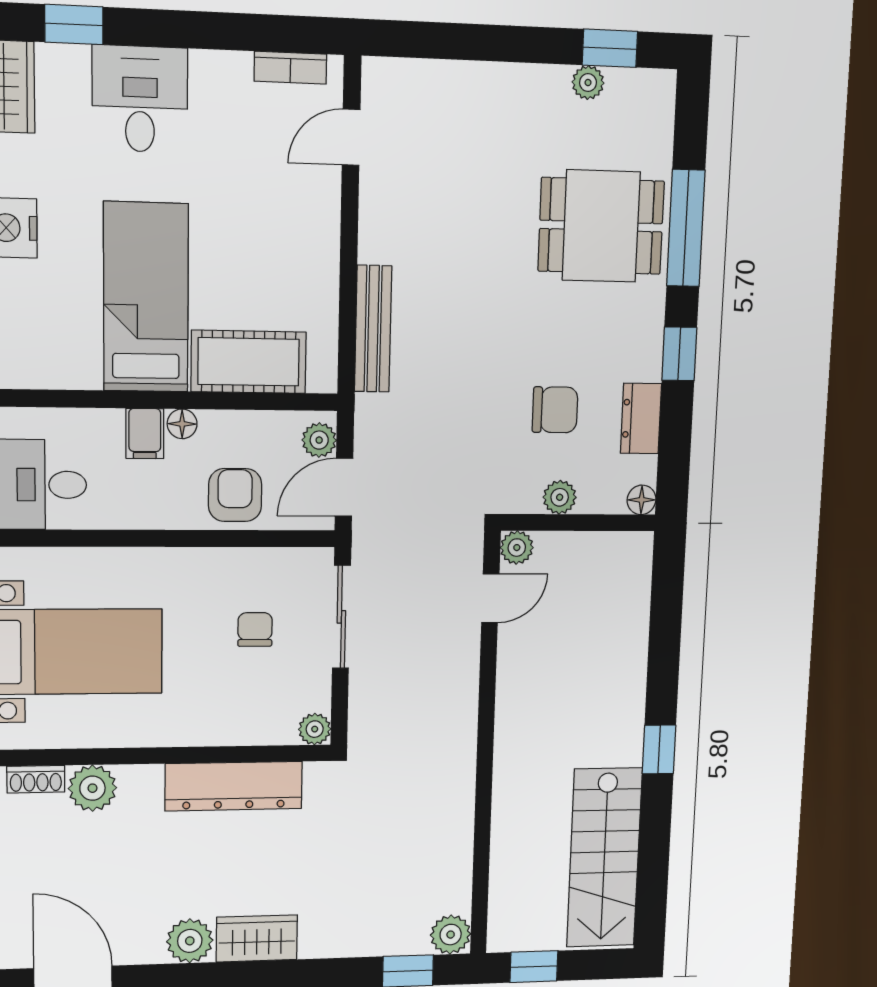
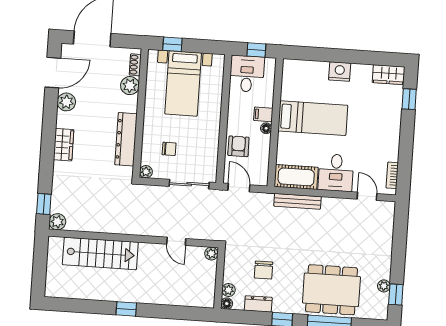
desk: (140, 99) -> (336, 173), moved, turned 90
dining table: (601, 226) -> (331, 290), width x1.38
cot: (249, 362) -> (296, 177), moved, turned 90
plant: (319, 440) -> (257, 179), removed
armchair: (235, 495) -> (238, 146), turned -90
plant: (560, 497) -> (229, 290), moved
door: (490, 598) -> (176, 241), moved
chair: (255, 629) -> (169, 149), moved
stairs: (604, 858) -> (100, 253), moved, turned 180
plant: (190, 941) -> (66, 102), moved
window: (534, 967) -> (40, 255), removed

